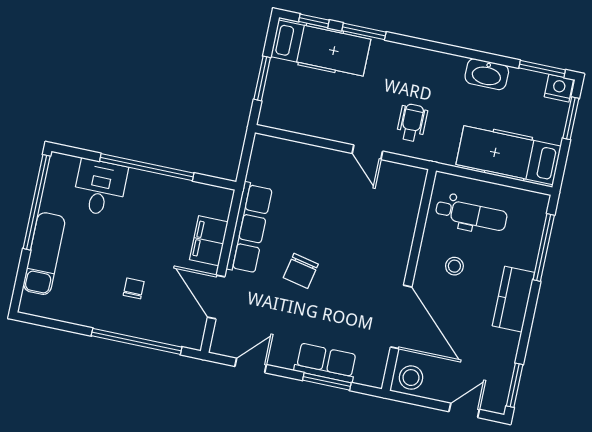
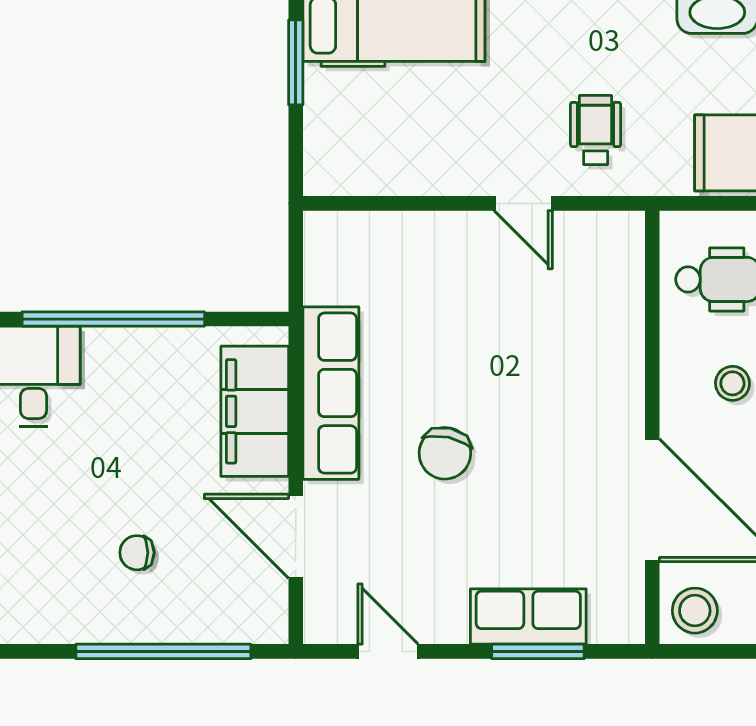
window: (262, 78) -> (296, 62), moved
filing cabinet: (209, 241) -> (255, 411), width x1.50, depth x1.17
chair: (134, 288) -> (137, 553), turned -90
door: (251, 365) -> (388, 651), hinge flipped

